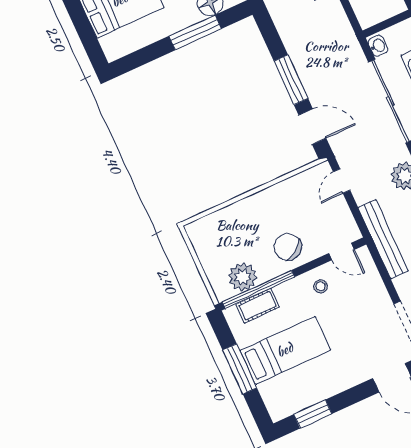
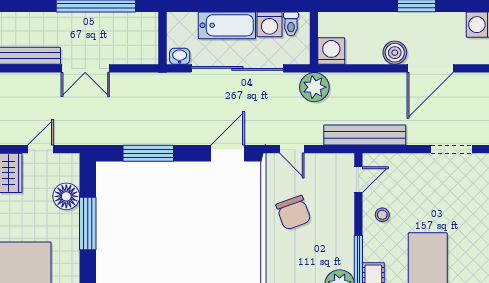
window: (291, 80) -> (148, 153), moved
chair: (288, 247) -> (293, 213), moved, turned -77

